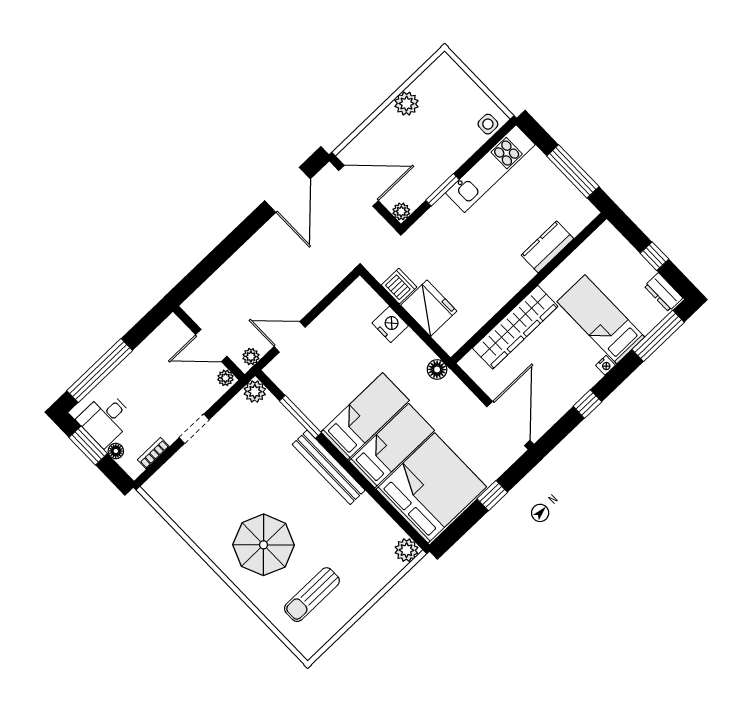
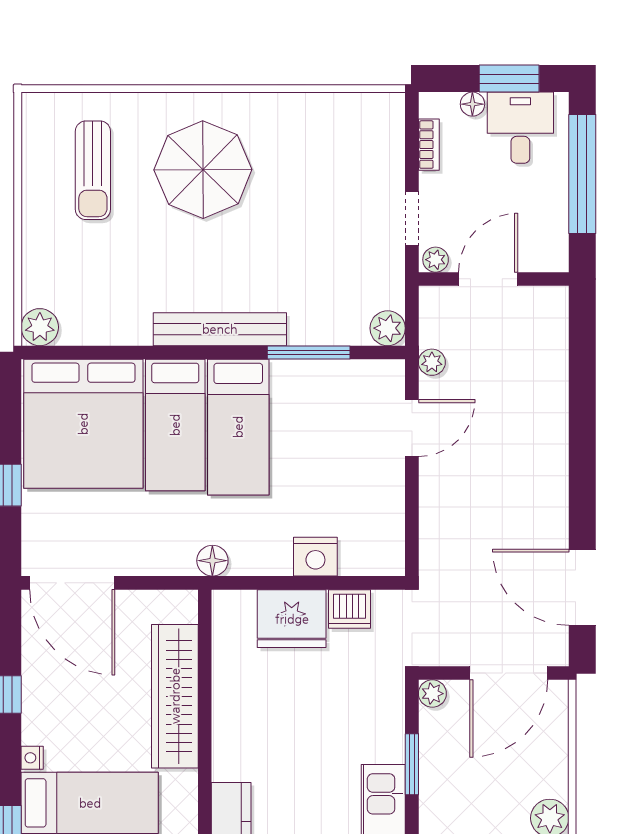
wall: (209, 343) -> (494, 279), moved
door: (211, 345) -> (488, 279), moved
plant: (225, 378) -> (436, 260), moved
sun lounger: (312, 595) -> (93, 170), turned 180

